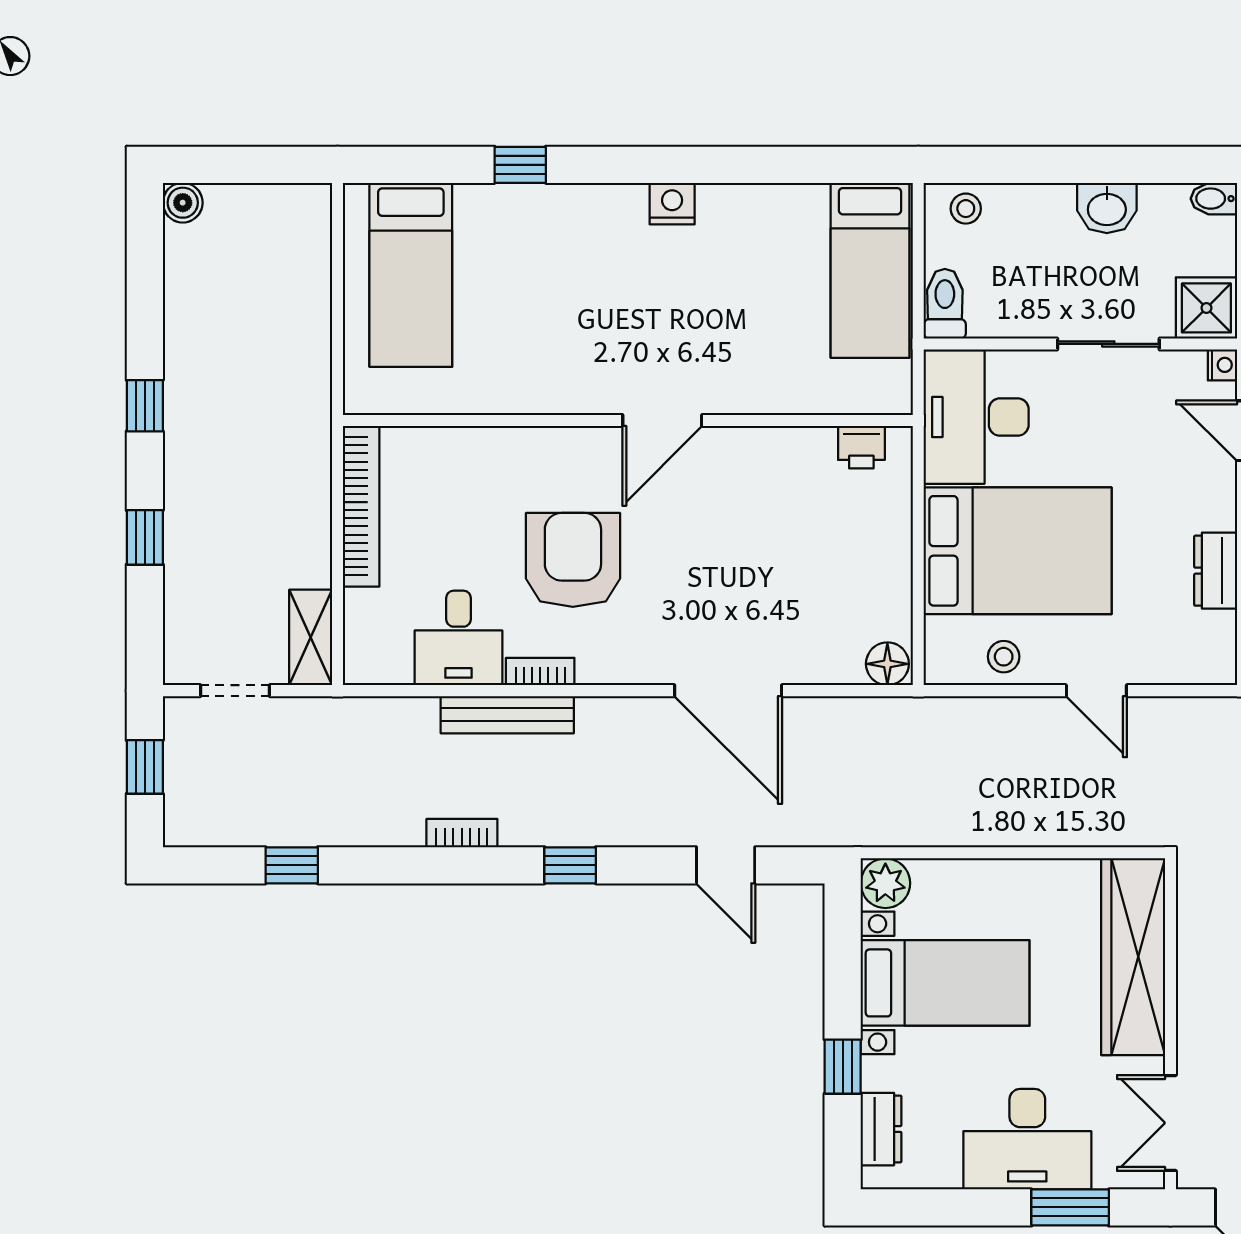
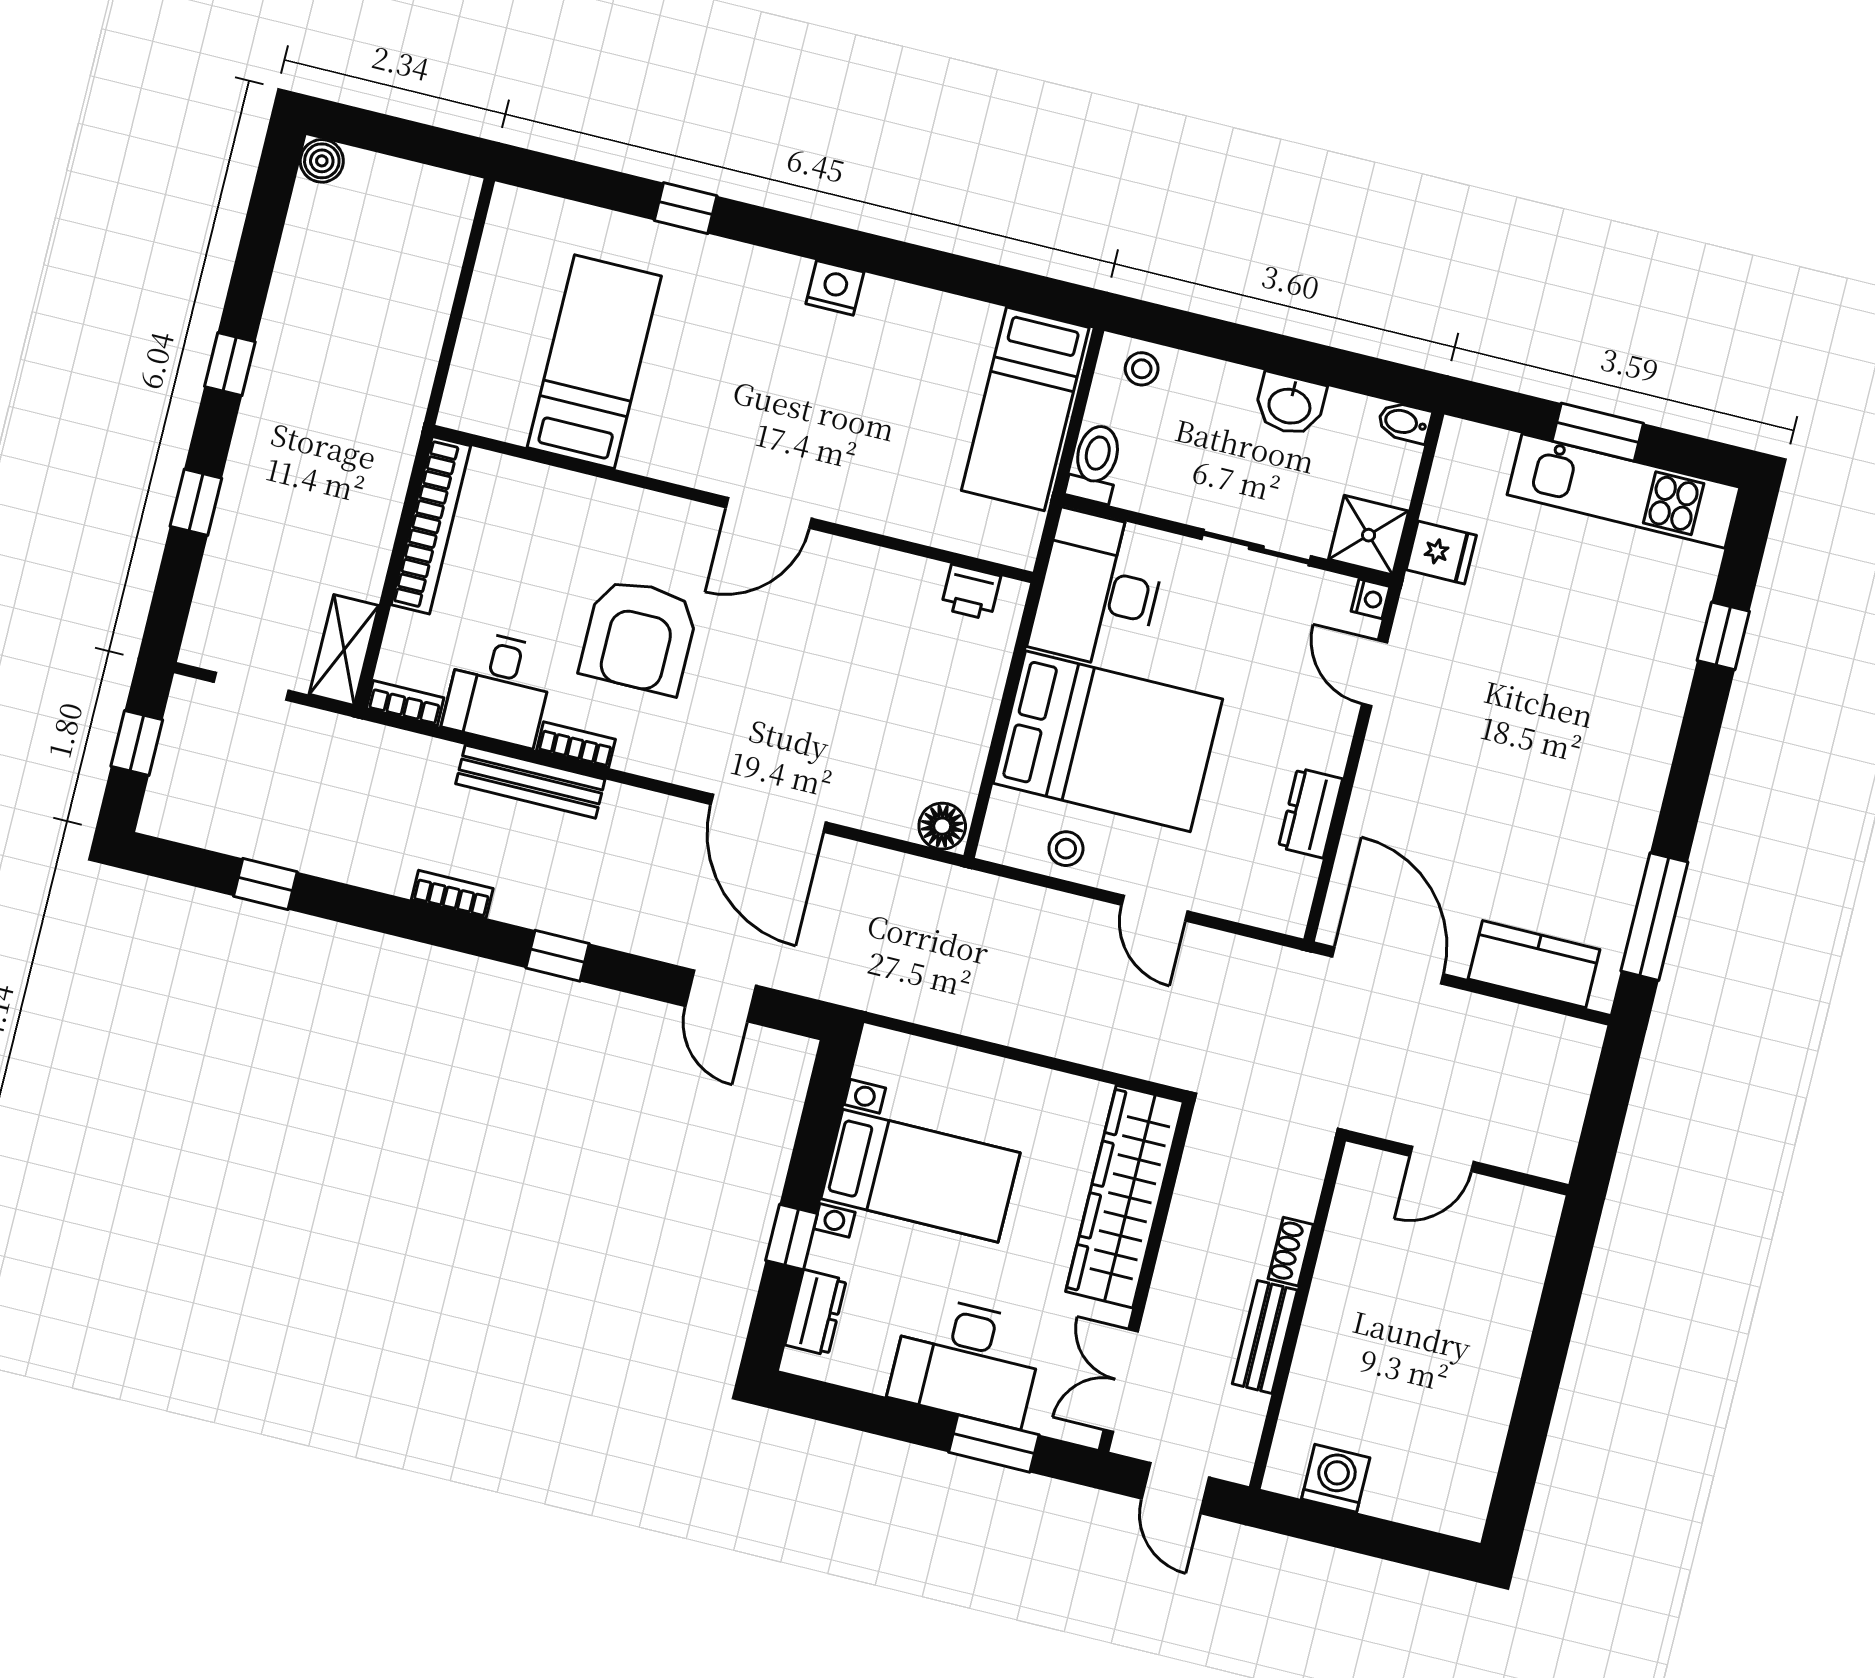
bed: (411, 275) -> (594, 362), moved, turned 180
armchair: (573, 560) -> (639, 636), turned 180
bookcase: (377, 672) -> (405, 703), added
plant: (885, 883) -> (884, 1056), removed

